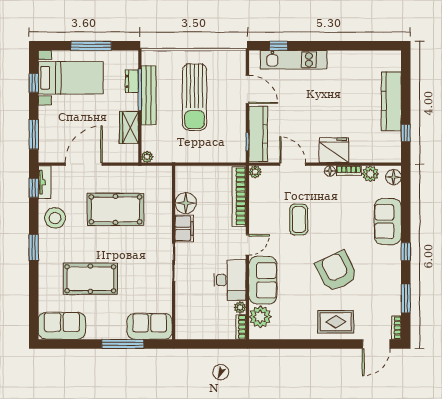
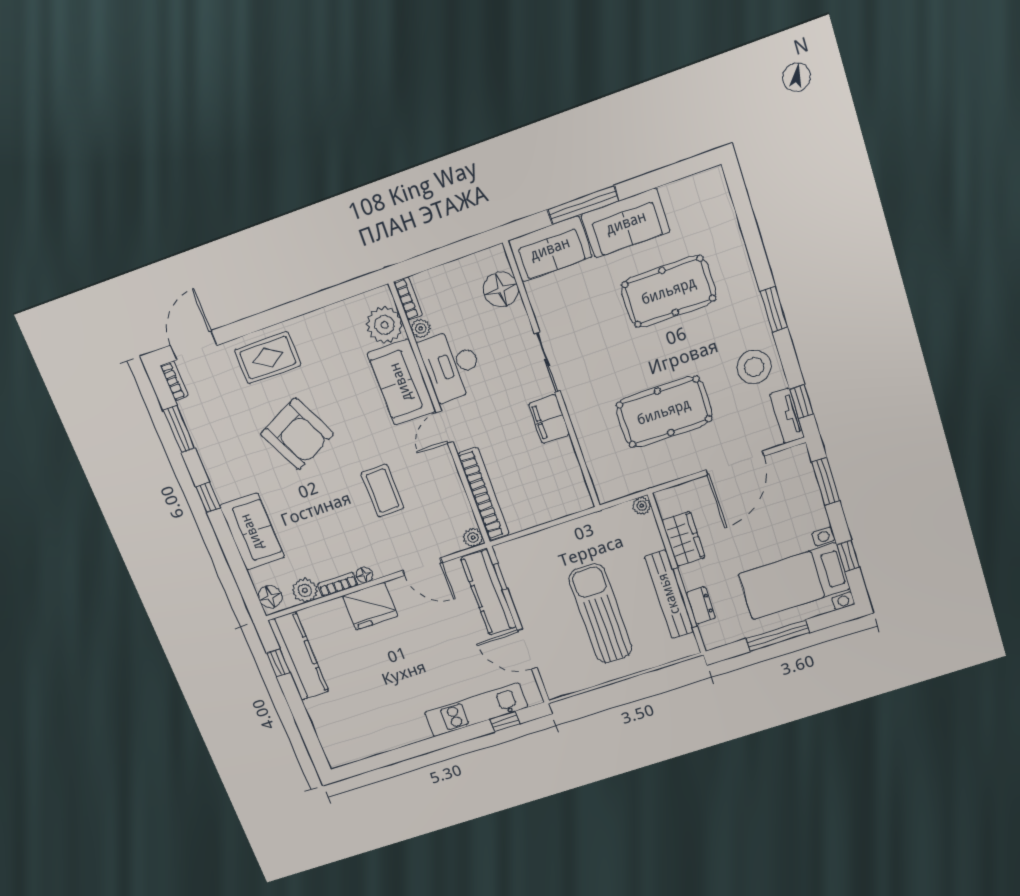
kitchen counter: (391, 101) -> (298, 656), moved
floor lamp: (186, 203) -> (501, 289), moved
sofa: (62, 326) -> (626, 223), moved

